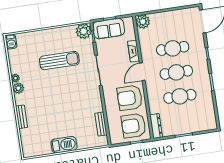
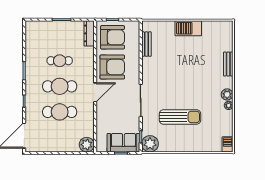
fireplace: (134, 51) -> (101, 115), removed
sun lounger: (59, 61) -> (180, 117), turned 180
cafe table: (180, 96) -> (60, 61), width x0.73, depth x0.74

